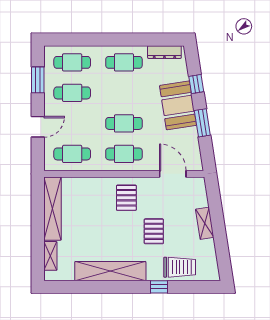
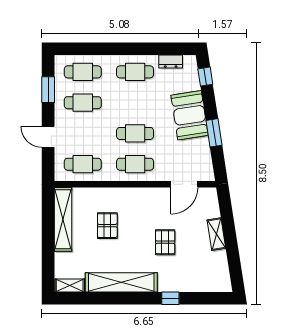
dresser: (164, 52) -> (171, 61), width x0.70
window: (196, 84) -> (205, 77), moved
door: (38, 127) -> (48, 137), swing flipped
door: (173, 174) -> (184, 184), swing flipped
pallet: (126, 198) -> (107, 226), moved
shelving: (50, 256) -> (70, 286), moved, turned 90
trolley: (180, 267) -> (191, 278), removed

